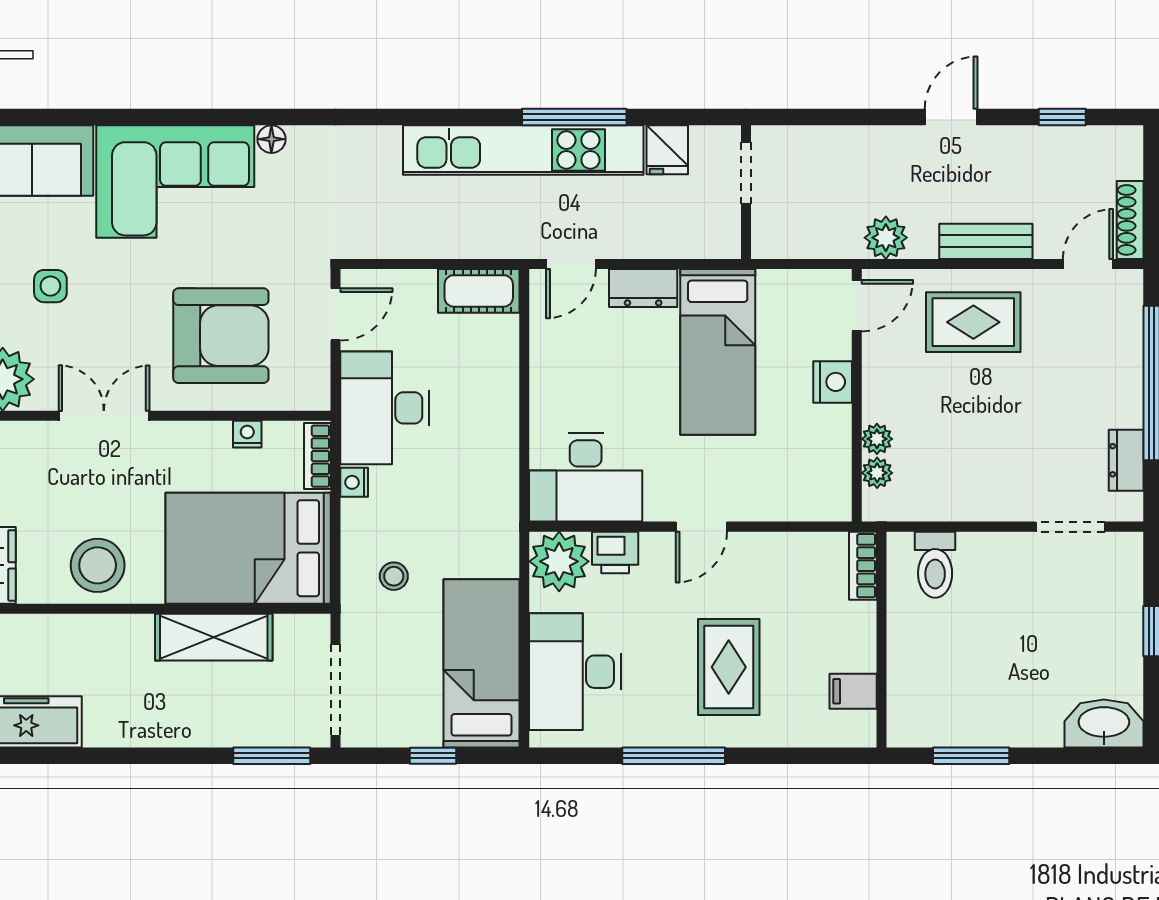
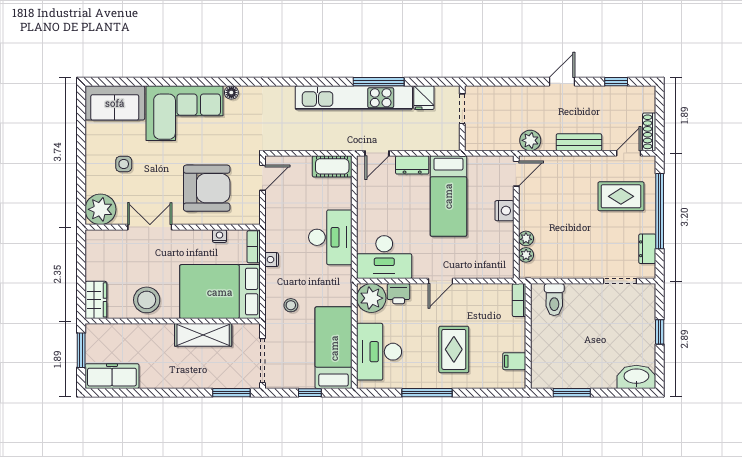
rug: (973, 322) -> (621, 196), moved
desk: (385, 408) -> (330, 237), moved, turned 180

